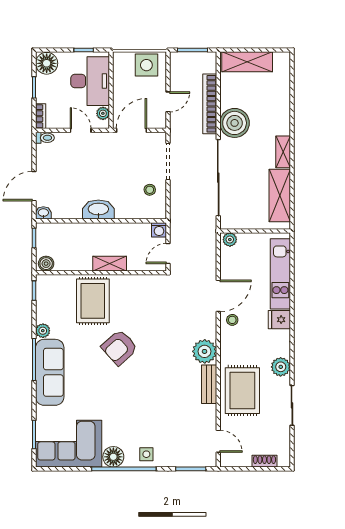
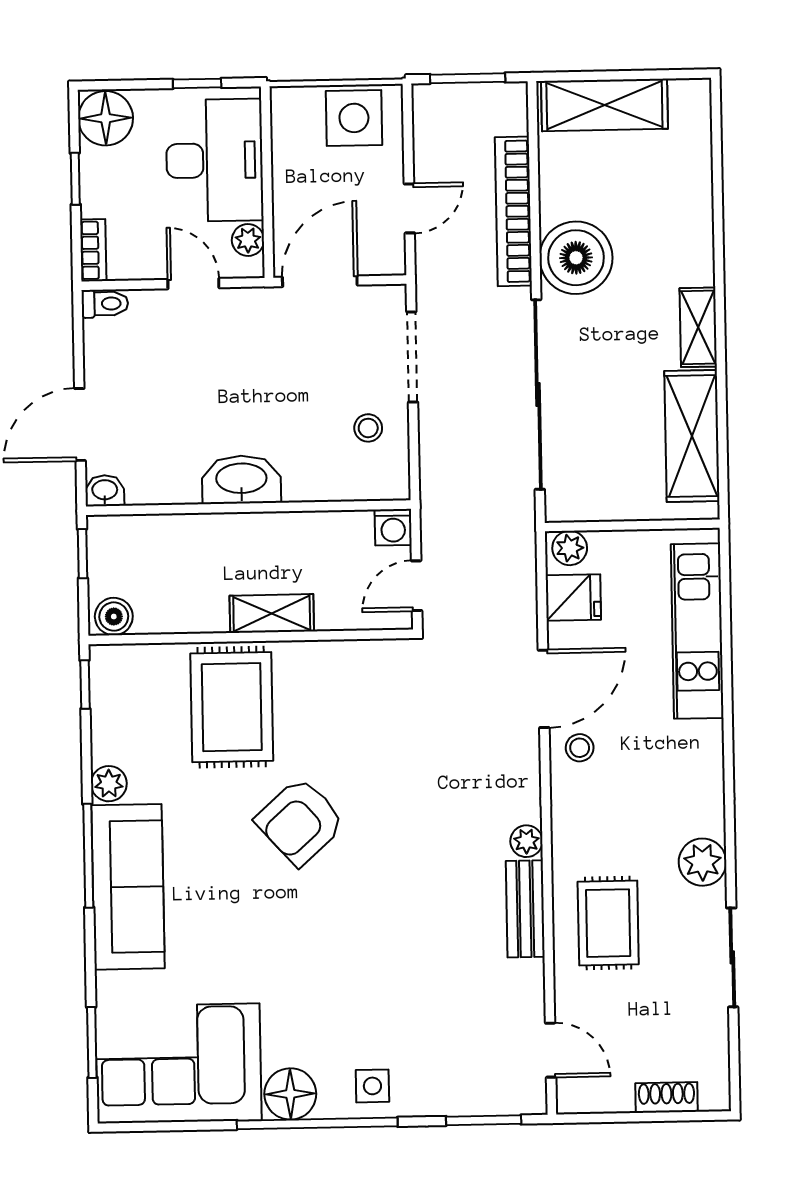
fridge: (279, 320) -> (573, 597), moved, turned 180
plant: (205, 351) -> (526, 841), width x0.53, depth x0.53
rug: (242, 391) -> (608, 923), width x0.73, depth x0.70

